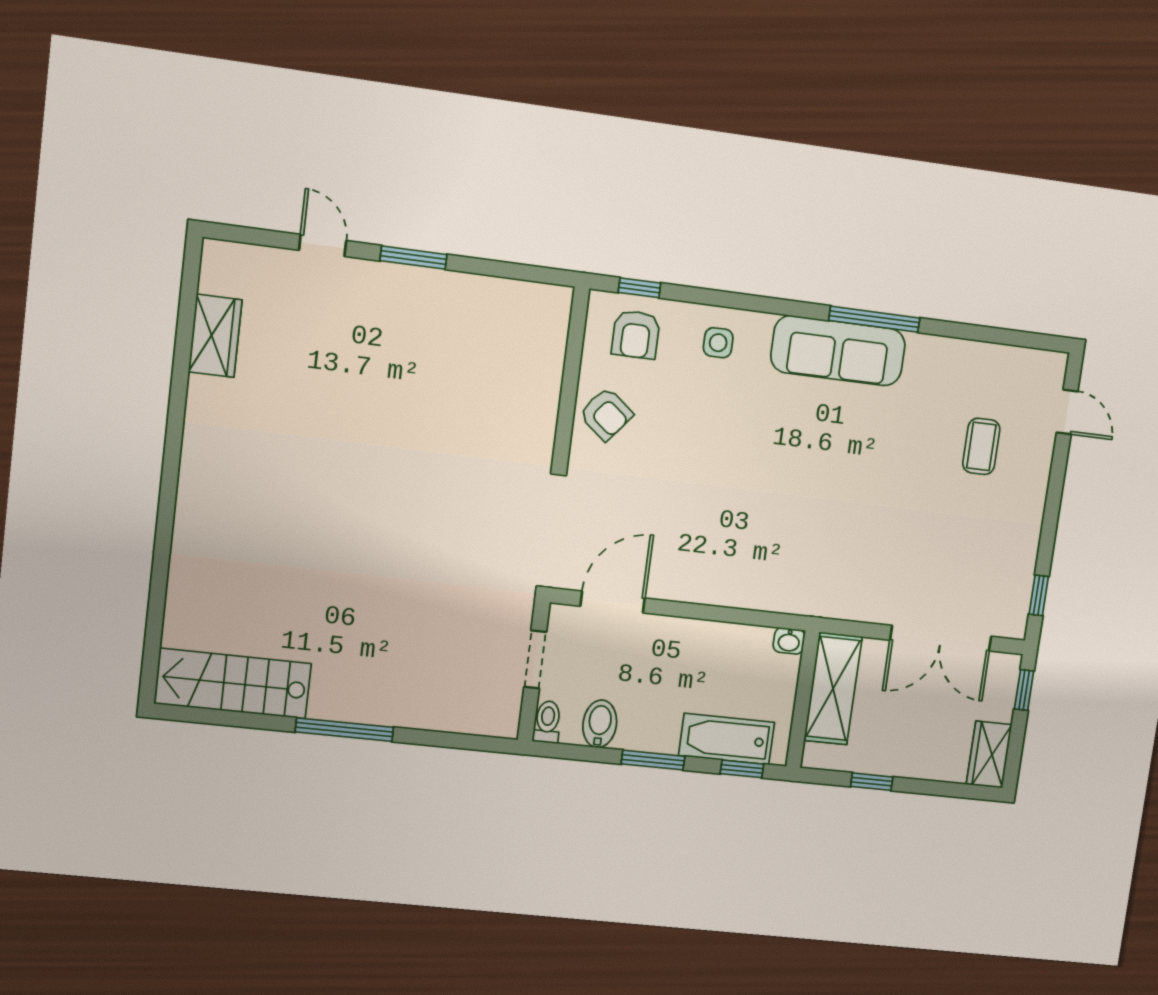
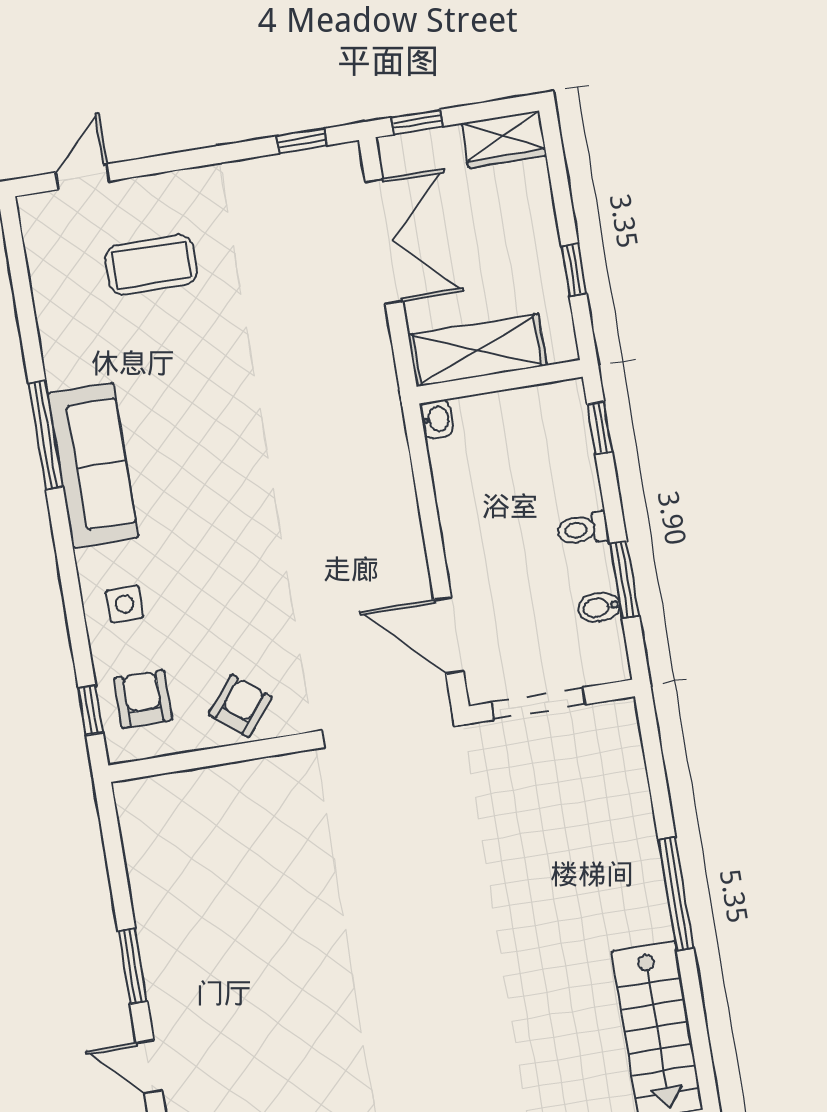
door: (323, 245) -> (149, 1067), hinge flipped
armchair: (636, 334) -> (143, 699), turned -90
coffee table: (981, 446) -> (151, 265), width x1.36, depth x1.30
doorway: (535, 659) -> (538, 704), width x1.38
toilet: (547, 722) -> (583, 529), moved
bidet: (600, 724) -> (599, 607), width x0.72, depth x0.74
bathtub: (727, 739) -> (570, 457), removed
window: (653, 760) -> (625, 580), moved

